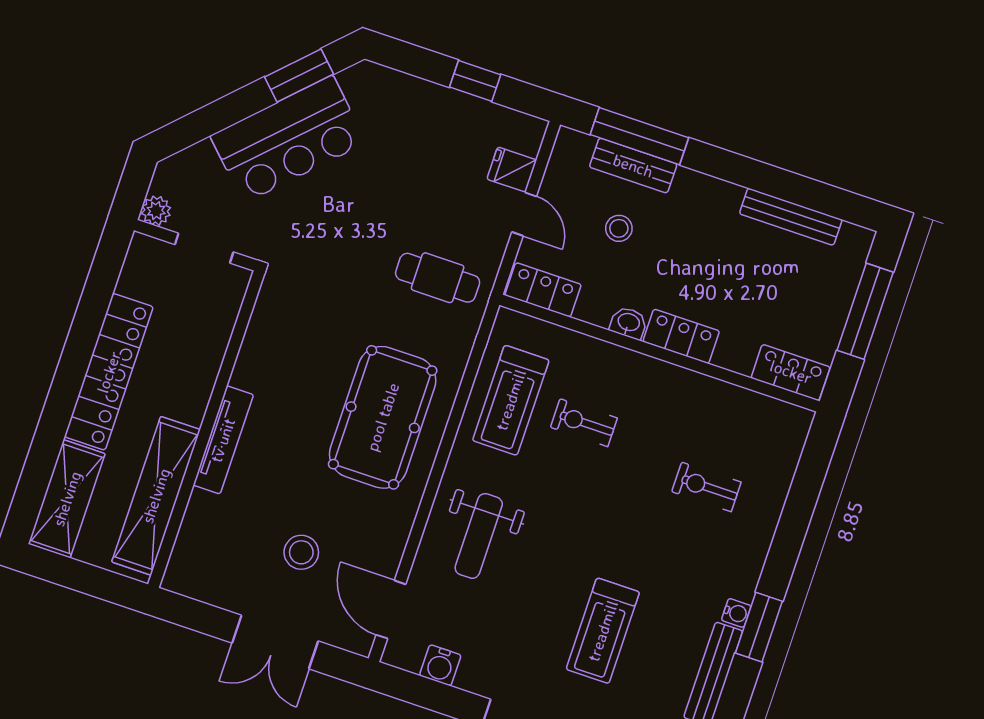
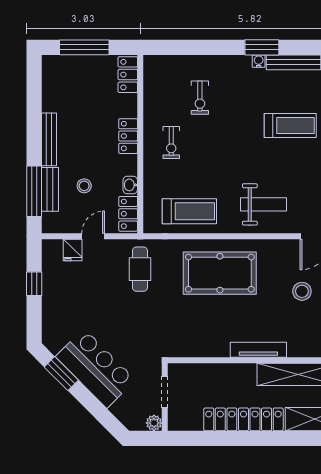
bench: (791, 217) -> (49, 139), moved
washbasin: (629, 323) -> (130, 185), moved
exercise bike: (584, 423) -> (171, 142), moved

